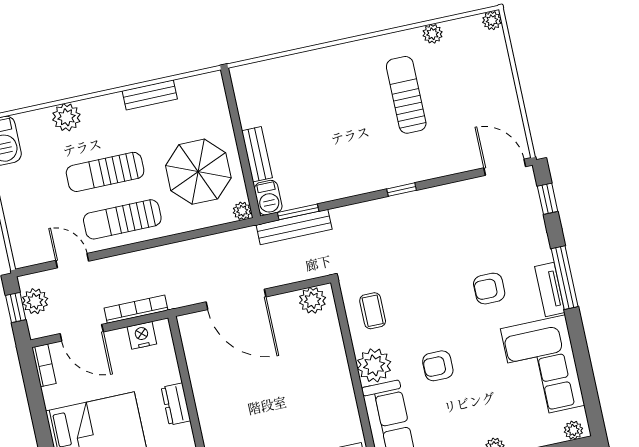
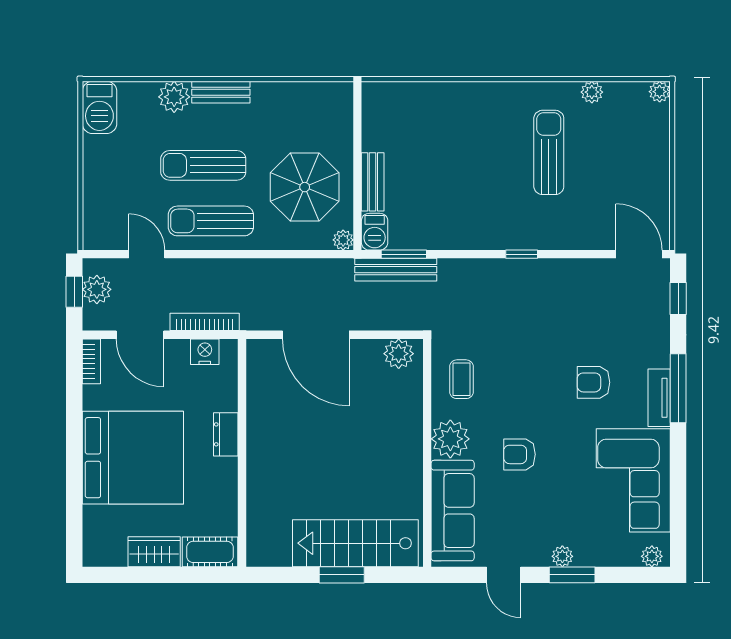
bench: (150, 95) -> (221, 92), moved

